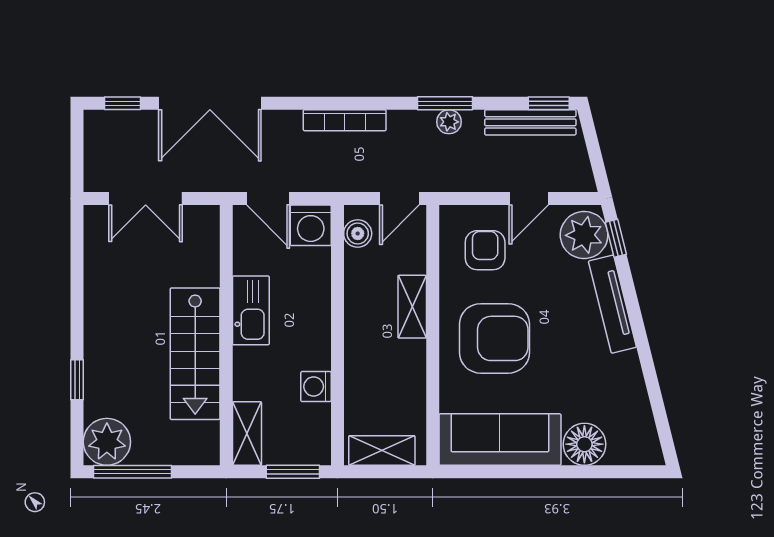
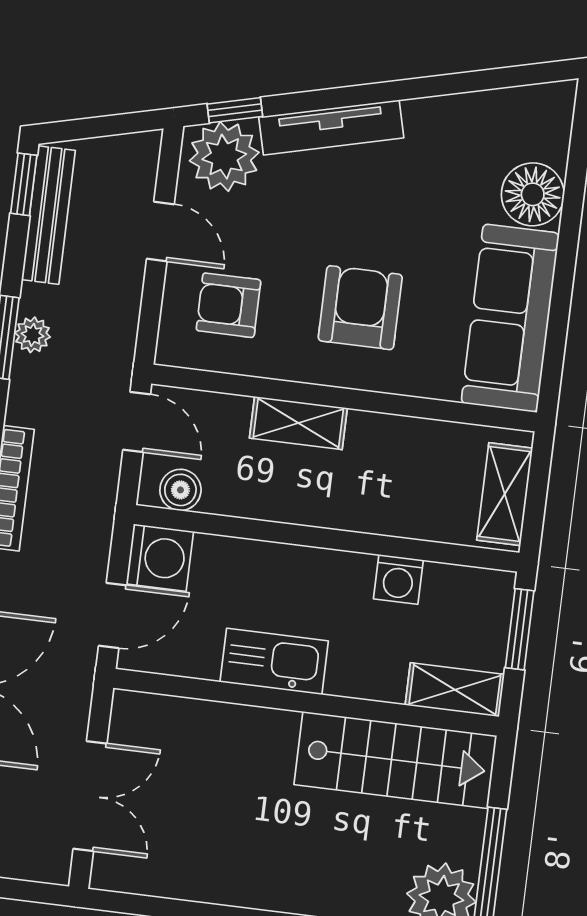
armchair: (494, 338) -> (360, 308), width x0.73, depth x0.73
stairs: (195, 354) -> (395, 760), moved

